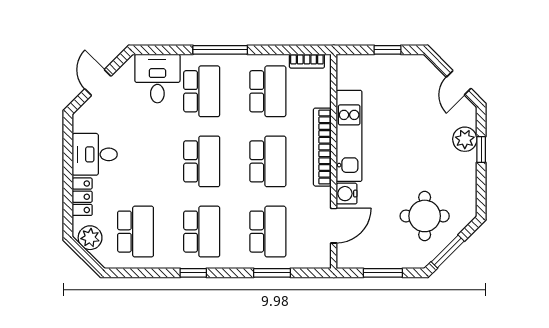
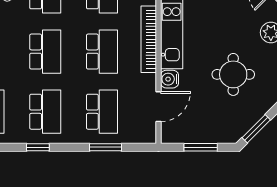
round table: (425, 216) -> (233, 74), moved

